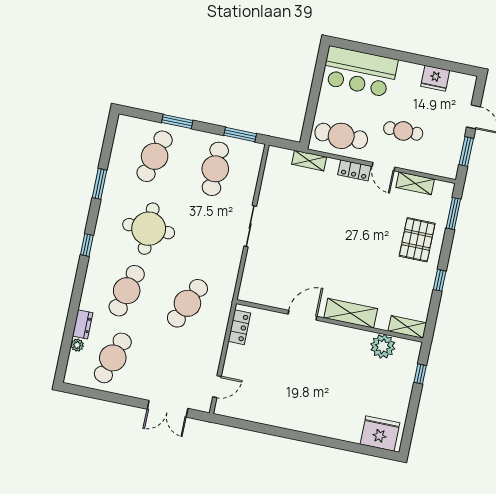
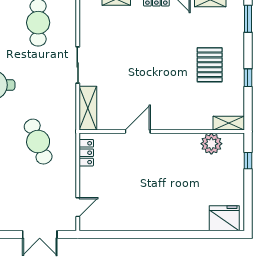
pallet: (417, 240) -> (210, 65), moved
cafe table: (187, 303) -> (38, 142), turned -45
shelving: (351, 313) -> (88, 108), moved, turned 90

